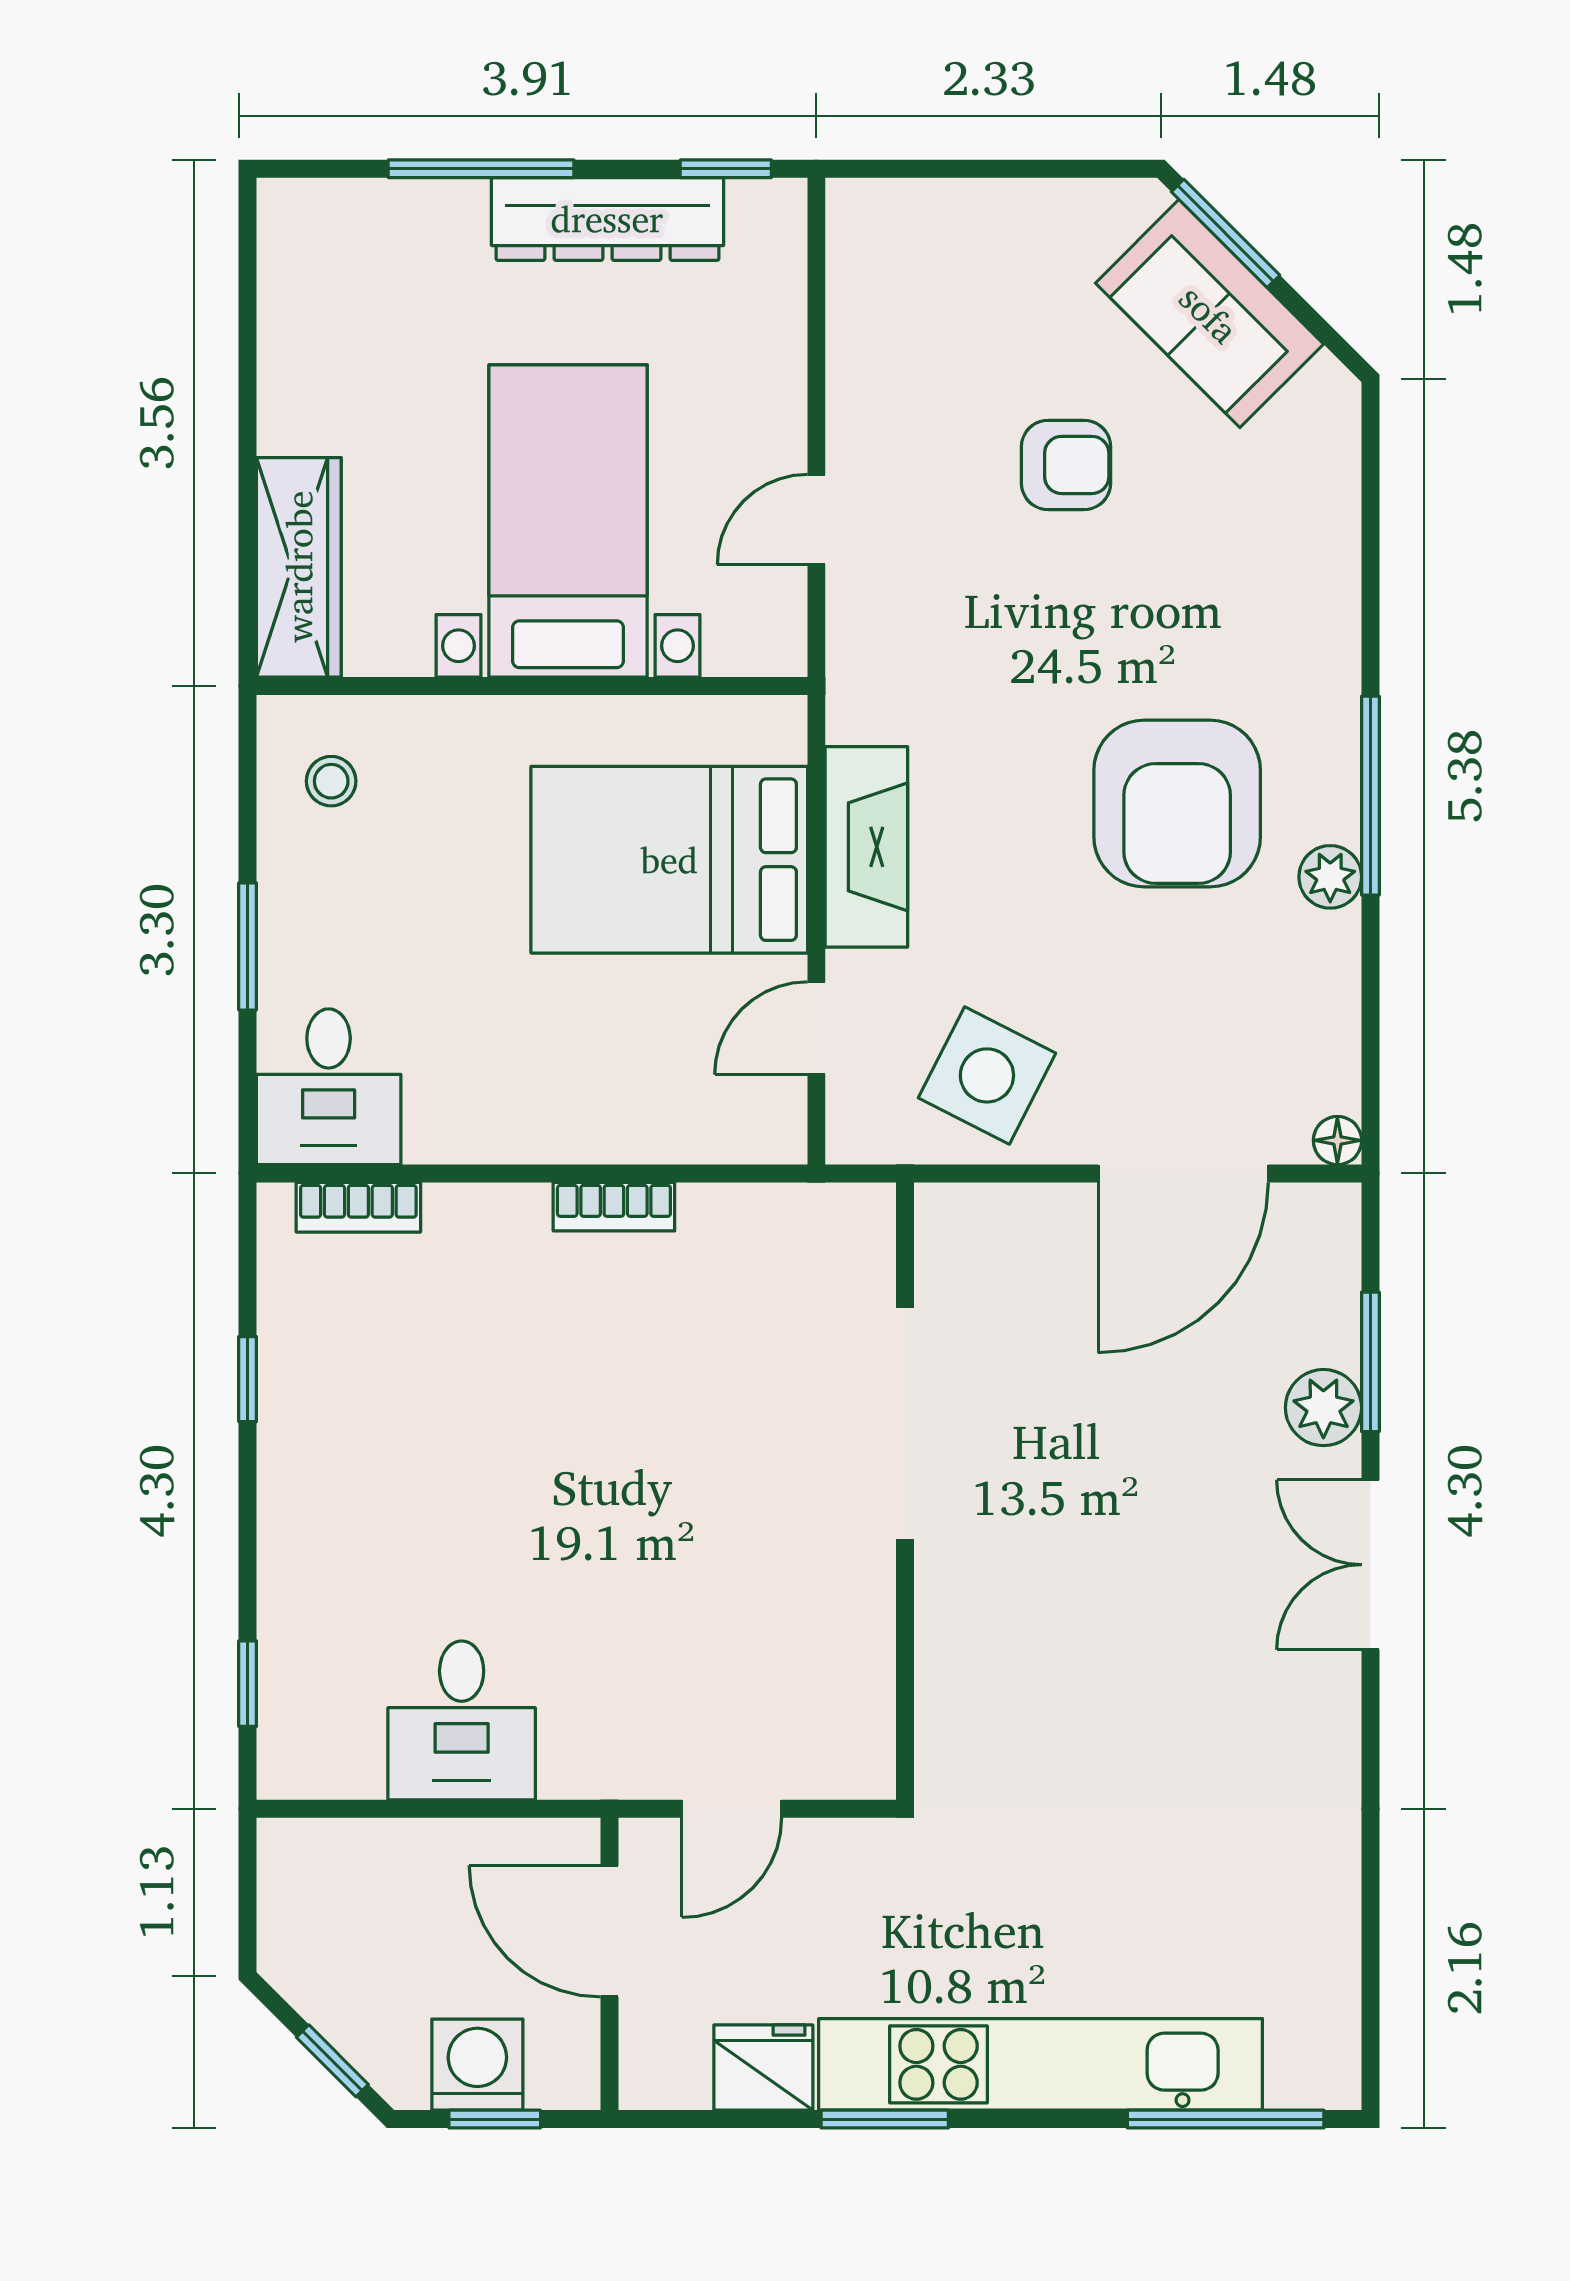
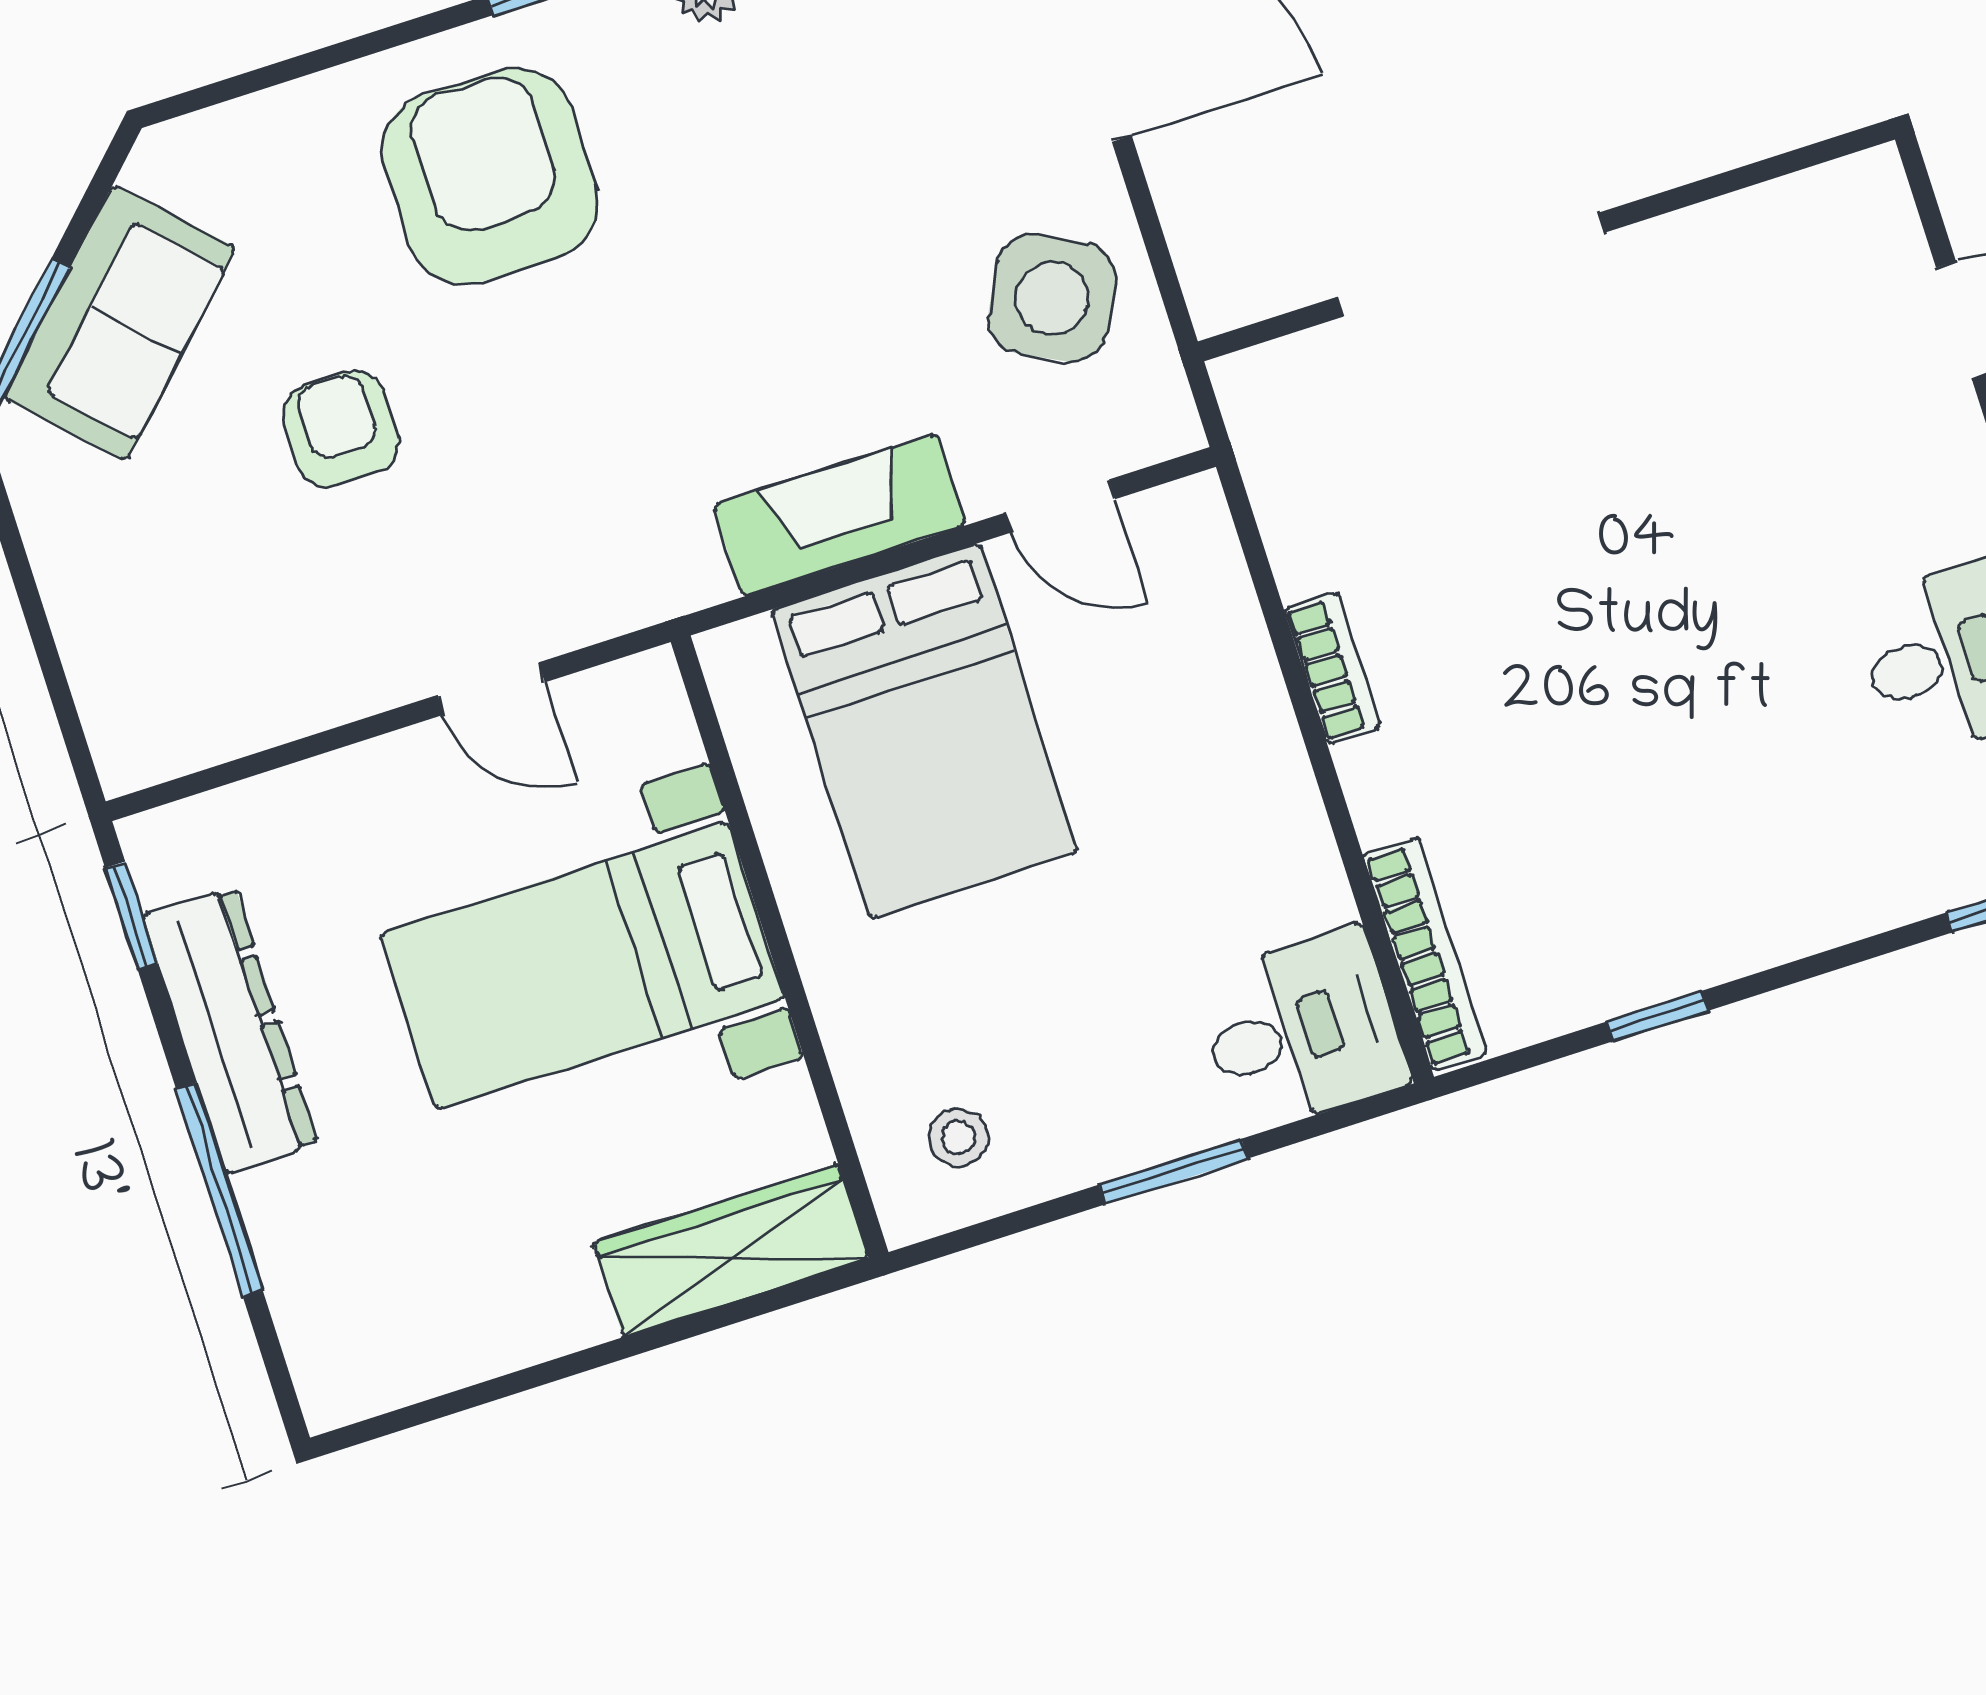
armchair: (1177, 804) -> (490, 176), moved, turned -90
bookcase: (358, 1207) -> (1425, 954), width x1.56

